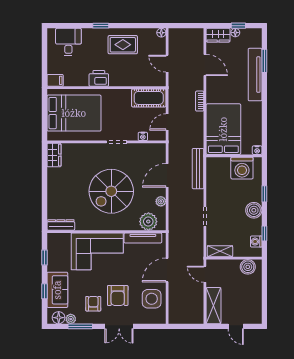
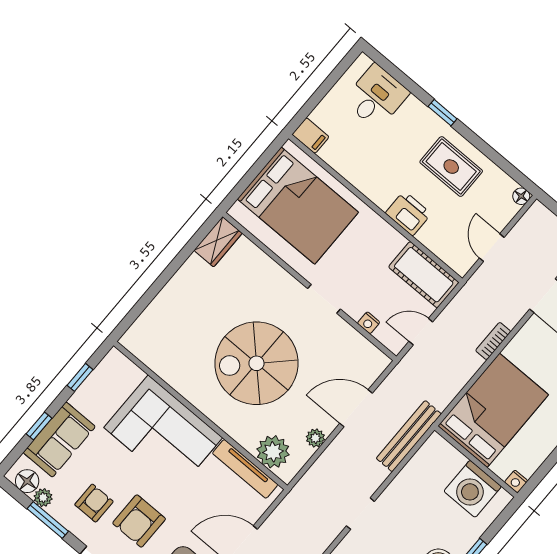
printer: (99, 78) -> (408, 213), moved
dresser: (61, 225) -> (143, 351), removed

